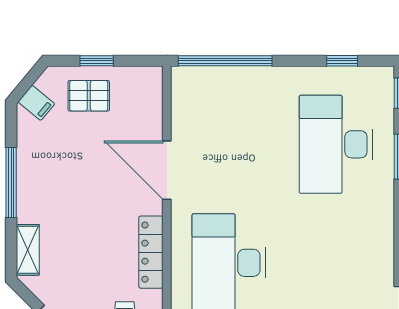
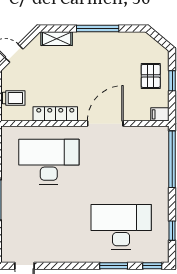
filing cabinet: (36, 103) -> (160, 114), moved, turned 50

